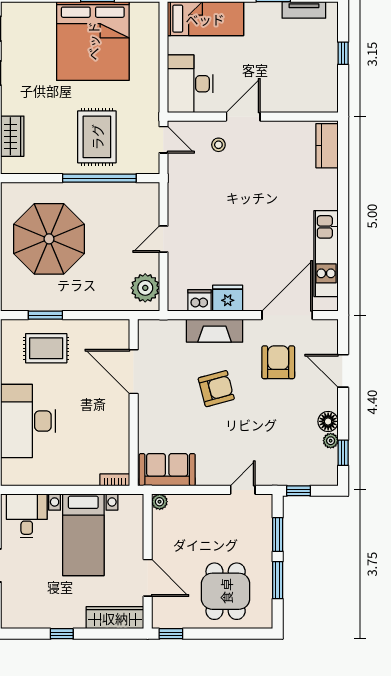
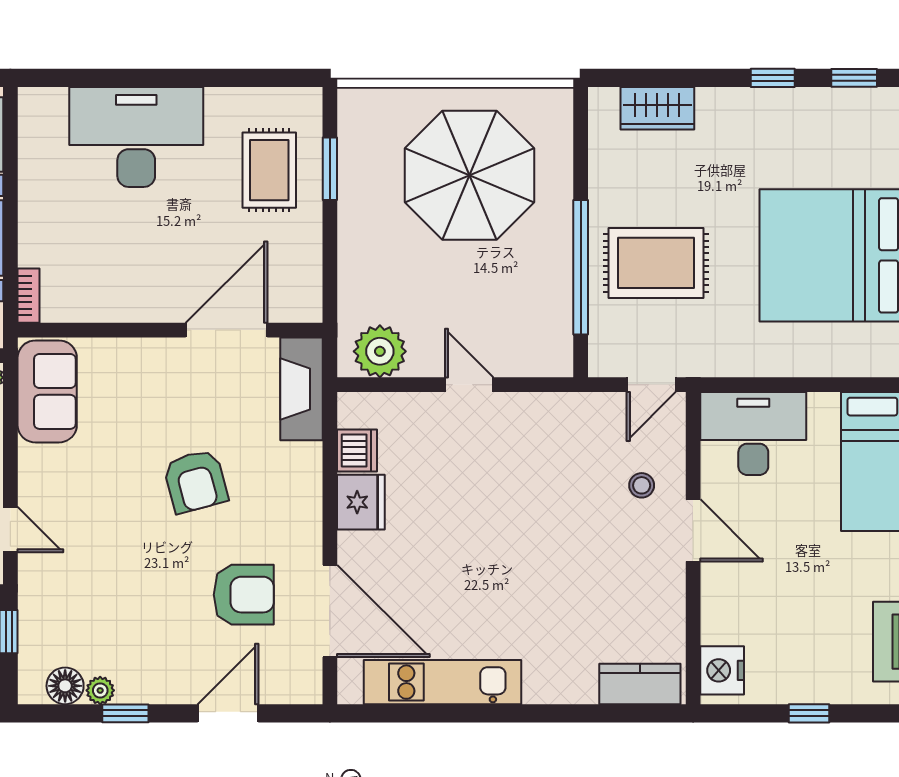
nightstand: (320, 101) -> (722, 670), added
fireplace: (215, 331) -> (302, 389), moved
floor lamp: (328, 421) -> (65, 686), moved
window: (343, 453) -> (125, 713), moved

